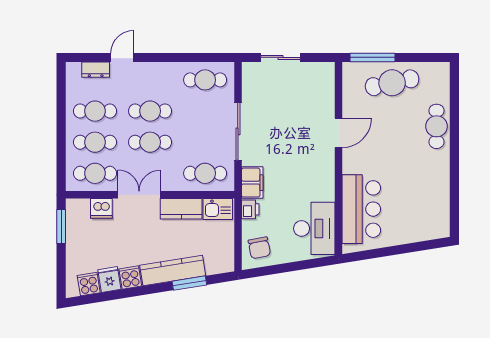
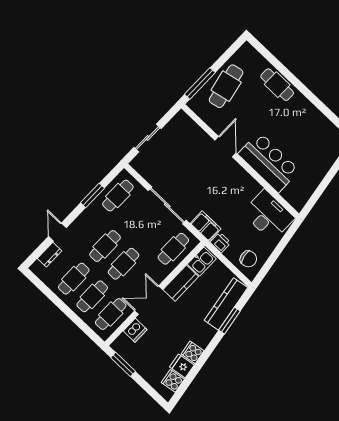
window: (184, 57) -> (92, 195), added
bar counter: (361, 209) -> (269, 162), moved
kitchen counter: (173, 271) -> (226, 304), moved

